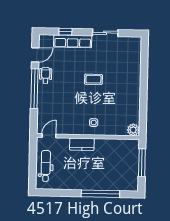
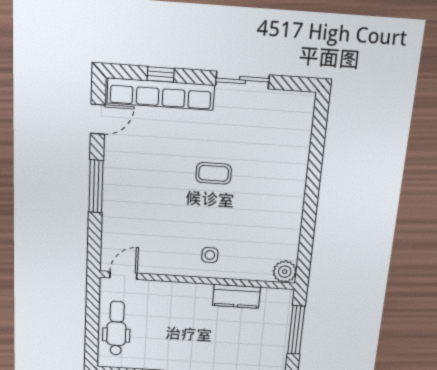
row of seats: (73, 41) -> (161, 94), width x1.36
wheelchair: (46, 75) -> (118, 161), removed
window: (34, 89) -> (96, 186), width x0.68
kitchen counter: (82, 144) -> (236, 296), moved

